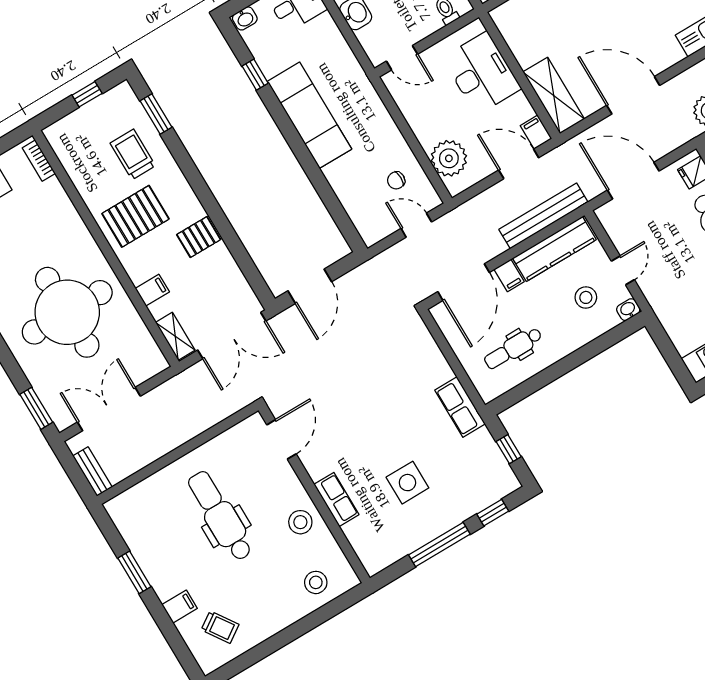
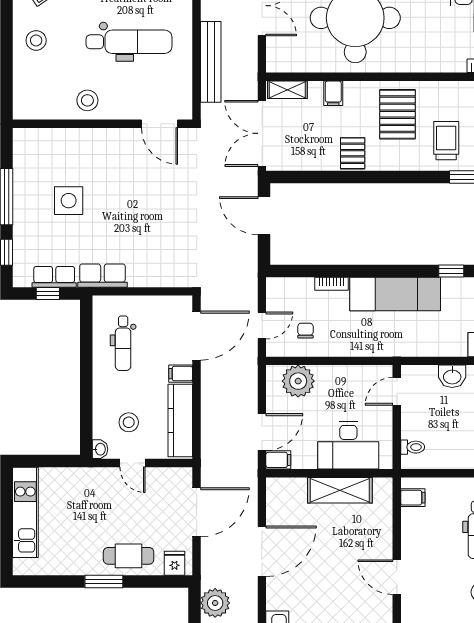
shelving: (554, 95) -> (340, 490), moved
trolley: (133, 154) -> (446, 141), turned -90
bookcase: (336, 182) -> (332, 284), added
bench: (543, 216) -> (211, 62), moved
door: (464, 282) -> (197, 336), swing flipped
dental chair: (513, 348) -> (123, 343), turned 180
row of seats: (336, 500) -> (54, 277), moved, turned 180
stool: (316, 582) -> (36, 40), moved

